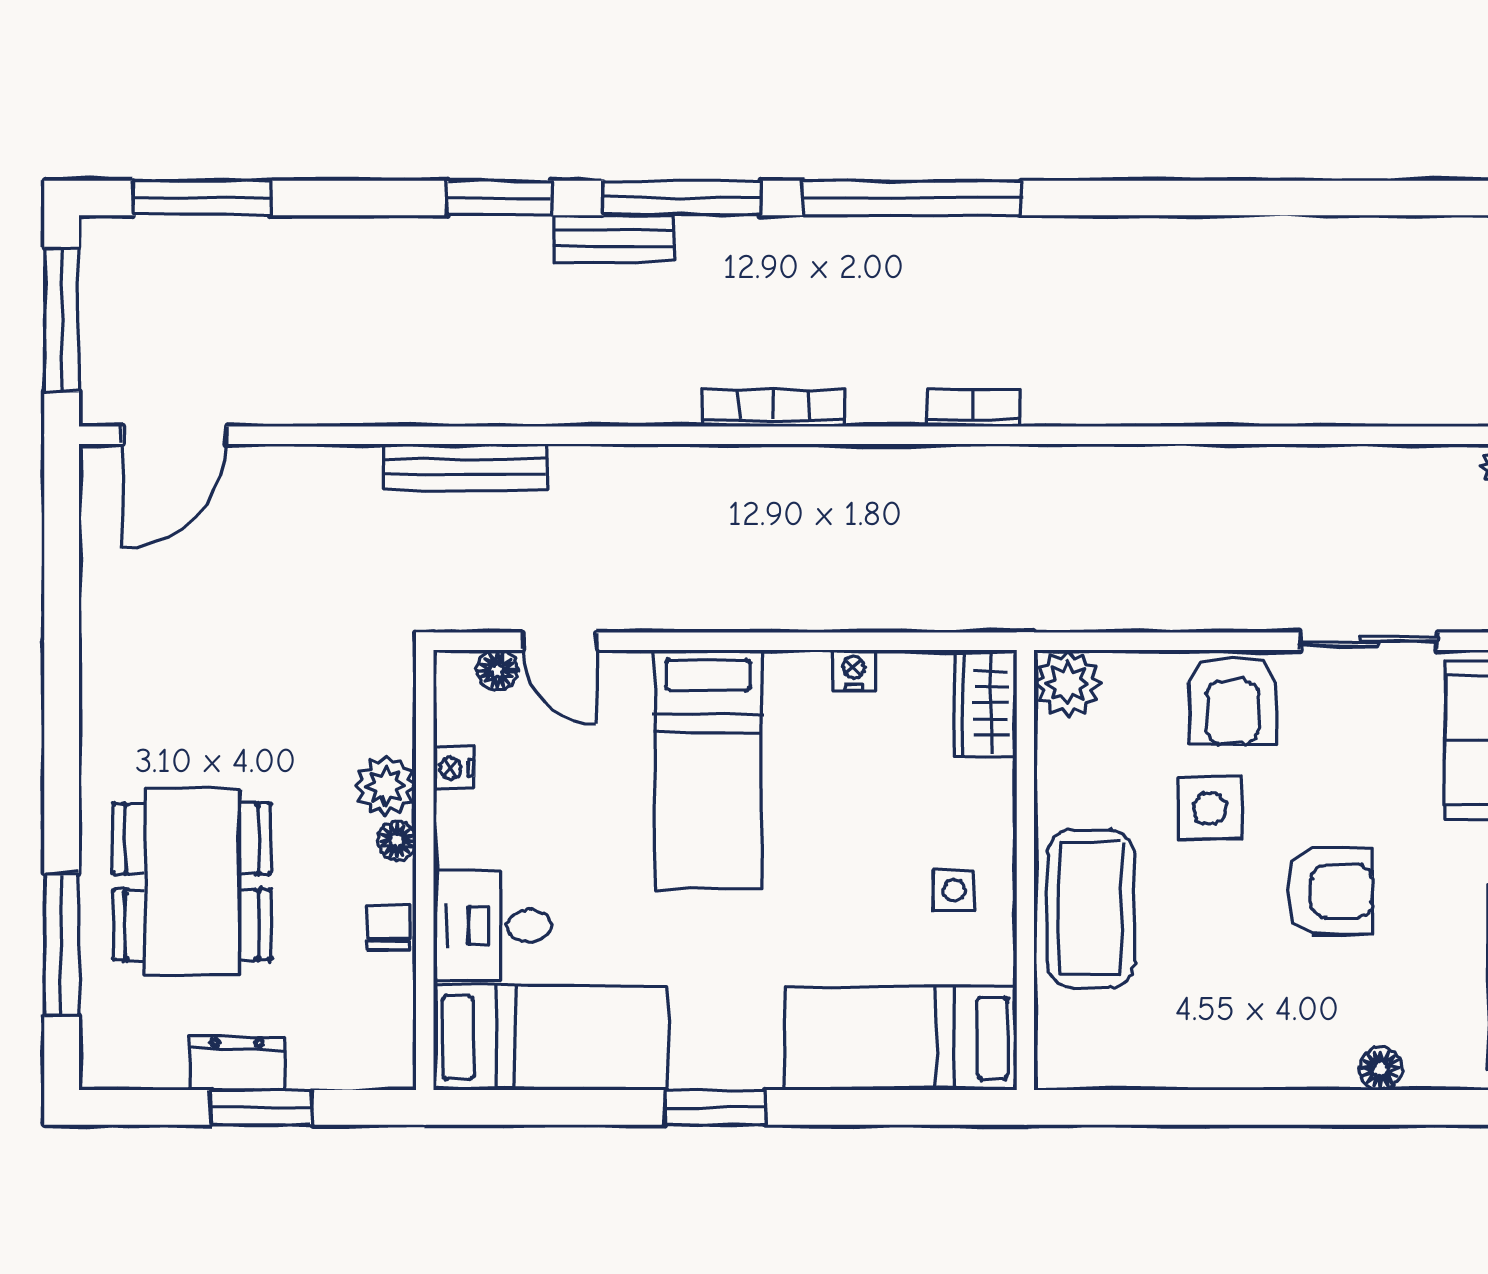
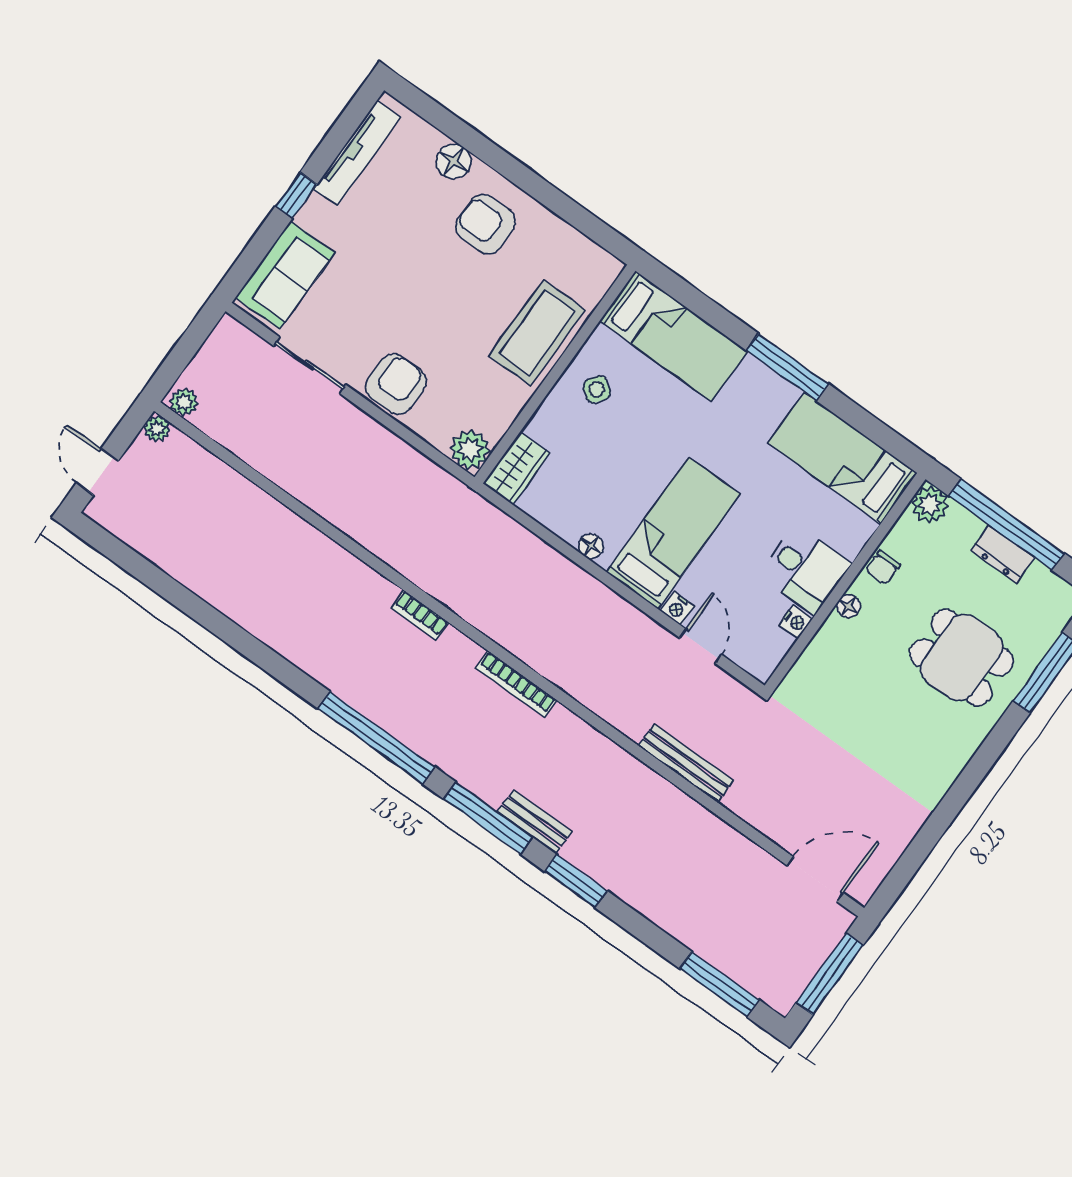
floor lamp: (497, 670) -> (591, 546), moved
nightstand: (854, 670) -> (677, 608), moved
plant: (386, 786) -> (930, 505), moved
side table: (1210, 808) -> (445, 340), removed
dining table: (192, 882) -> (962, 658), width x0.73
side table: (954, 890) -> (597, 389), turned 36
armchair: (1330, 891) -> (486, 224), moved
desk: (492, 926) -> (805, 569), moved
floor lamp: (1381, 1069) -> (454, 161), width x1.37, depth x1.37
window: (261, 1107) -> (1006, 525), width x2.11
window: (715, 1107) -> (787, 367), width x1.44

